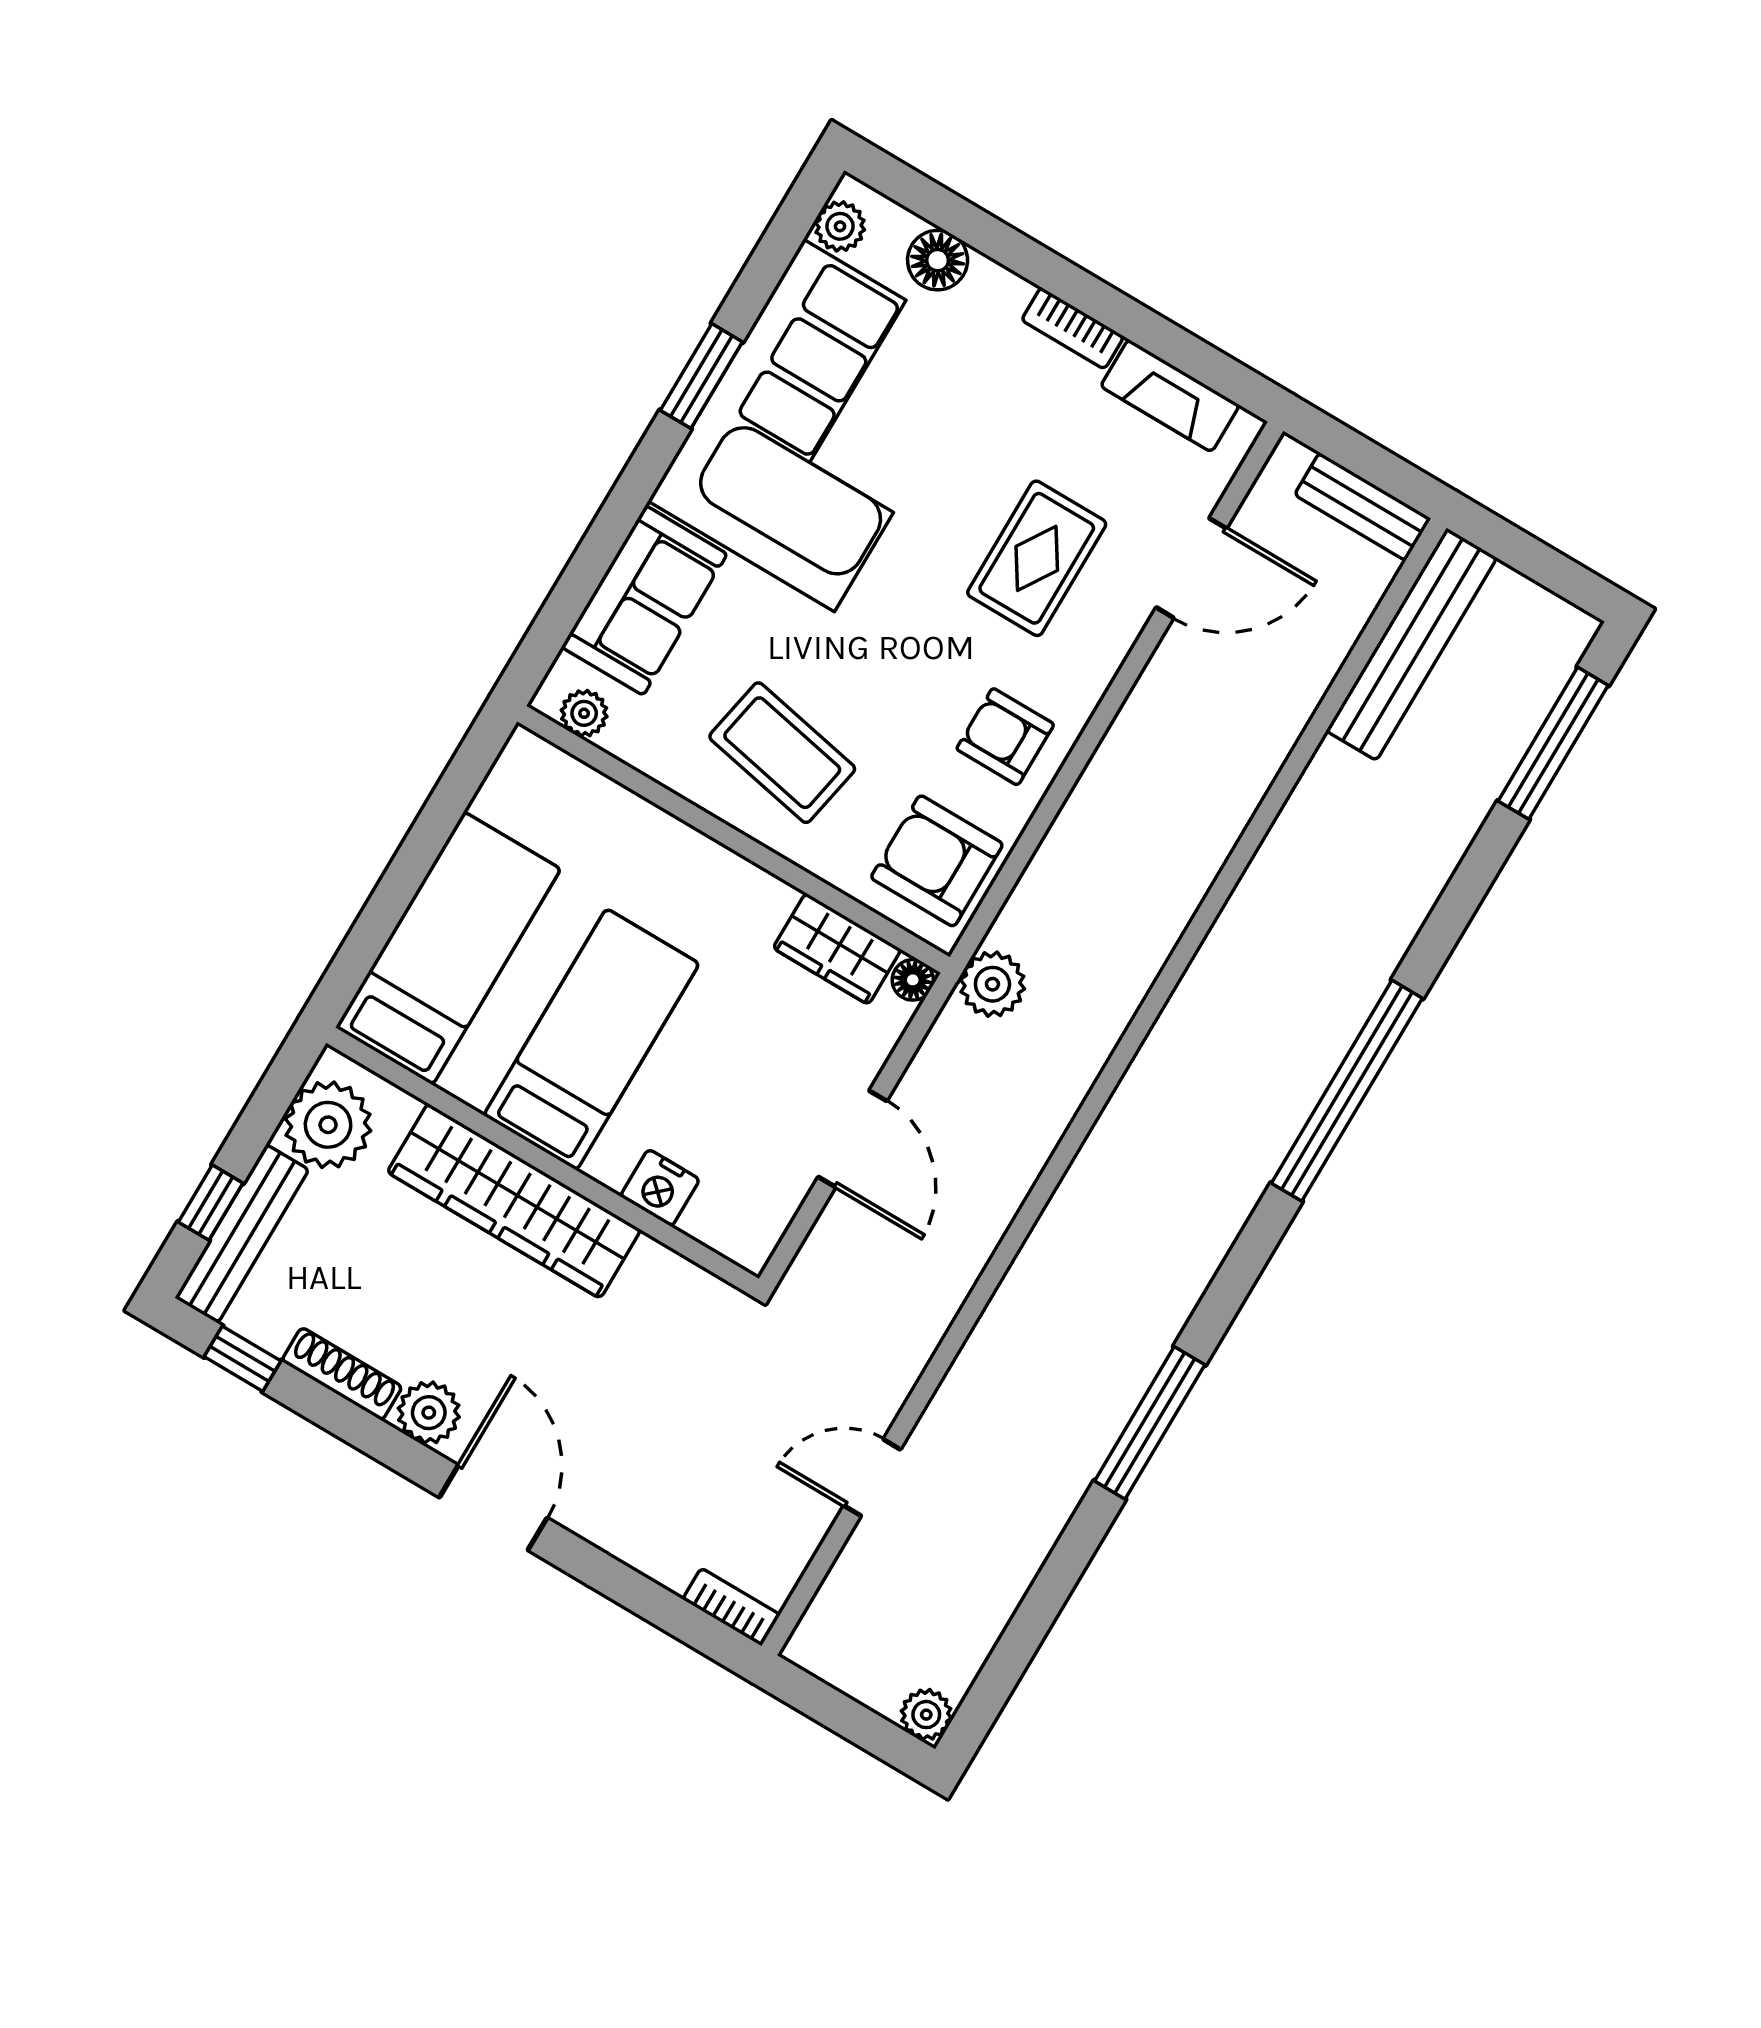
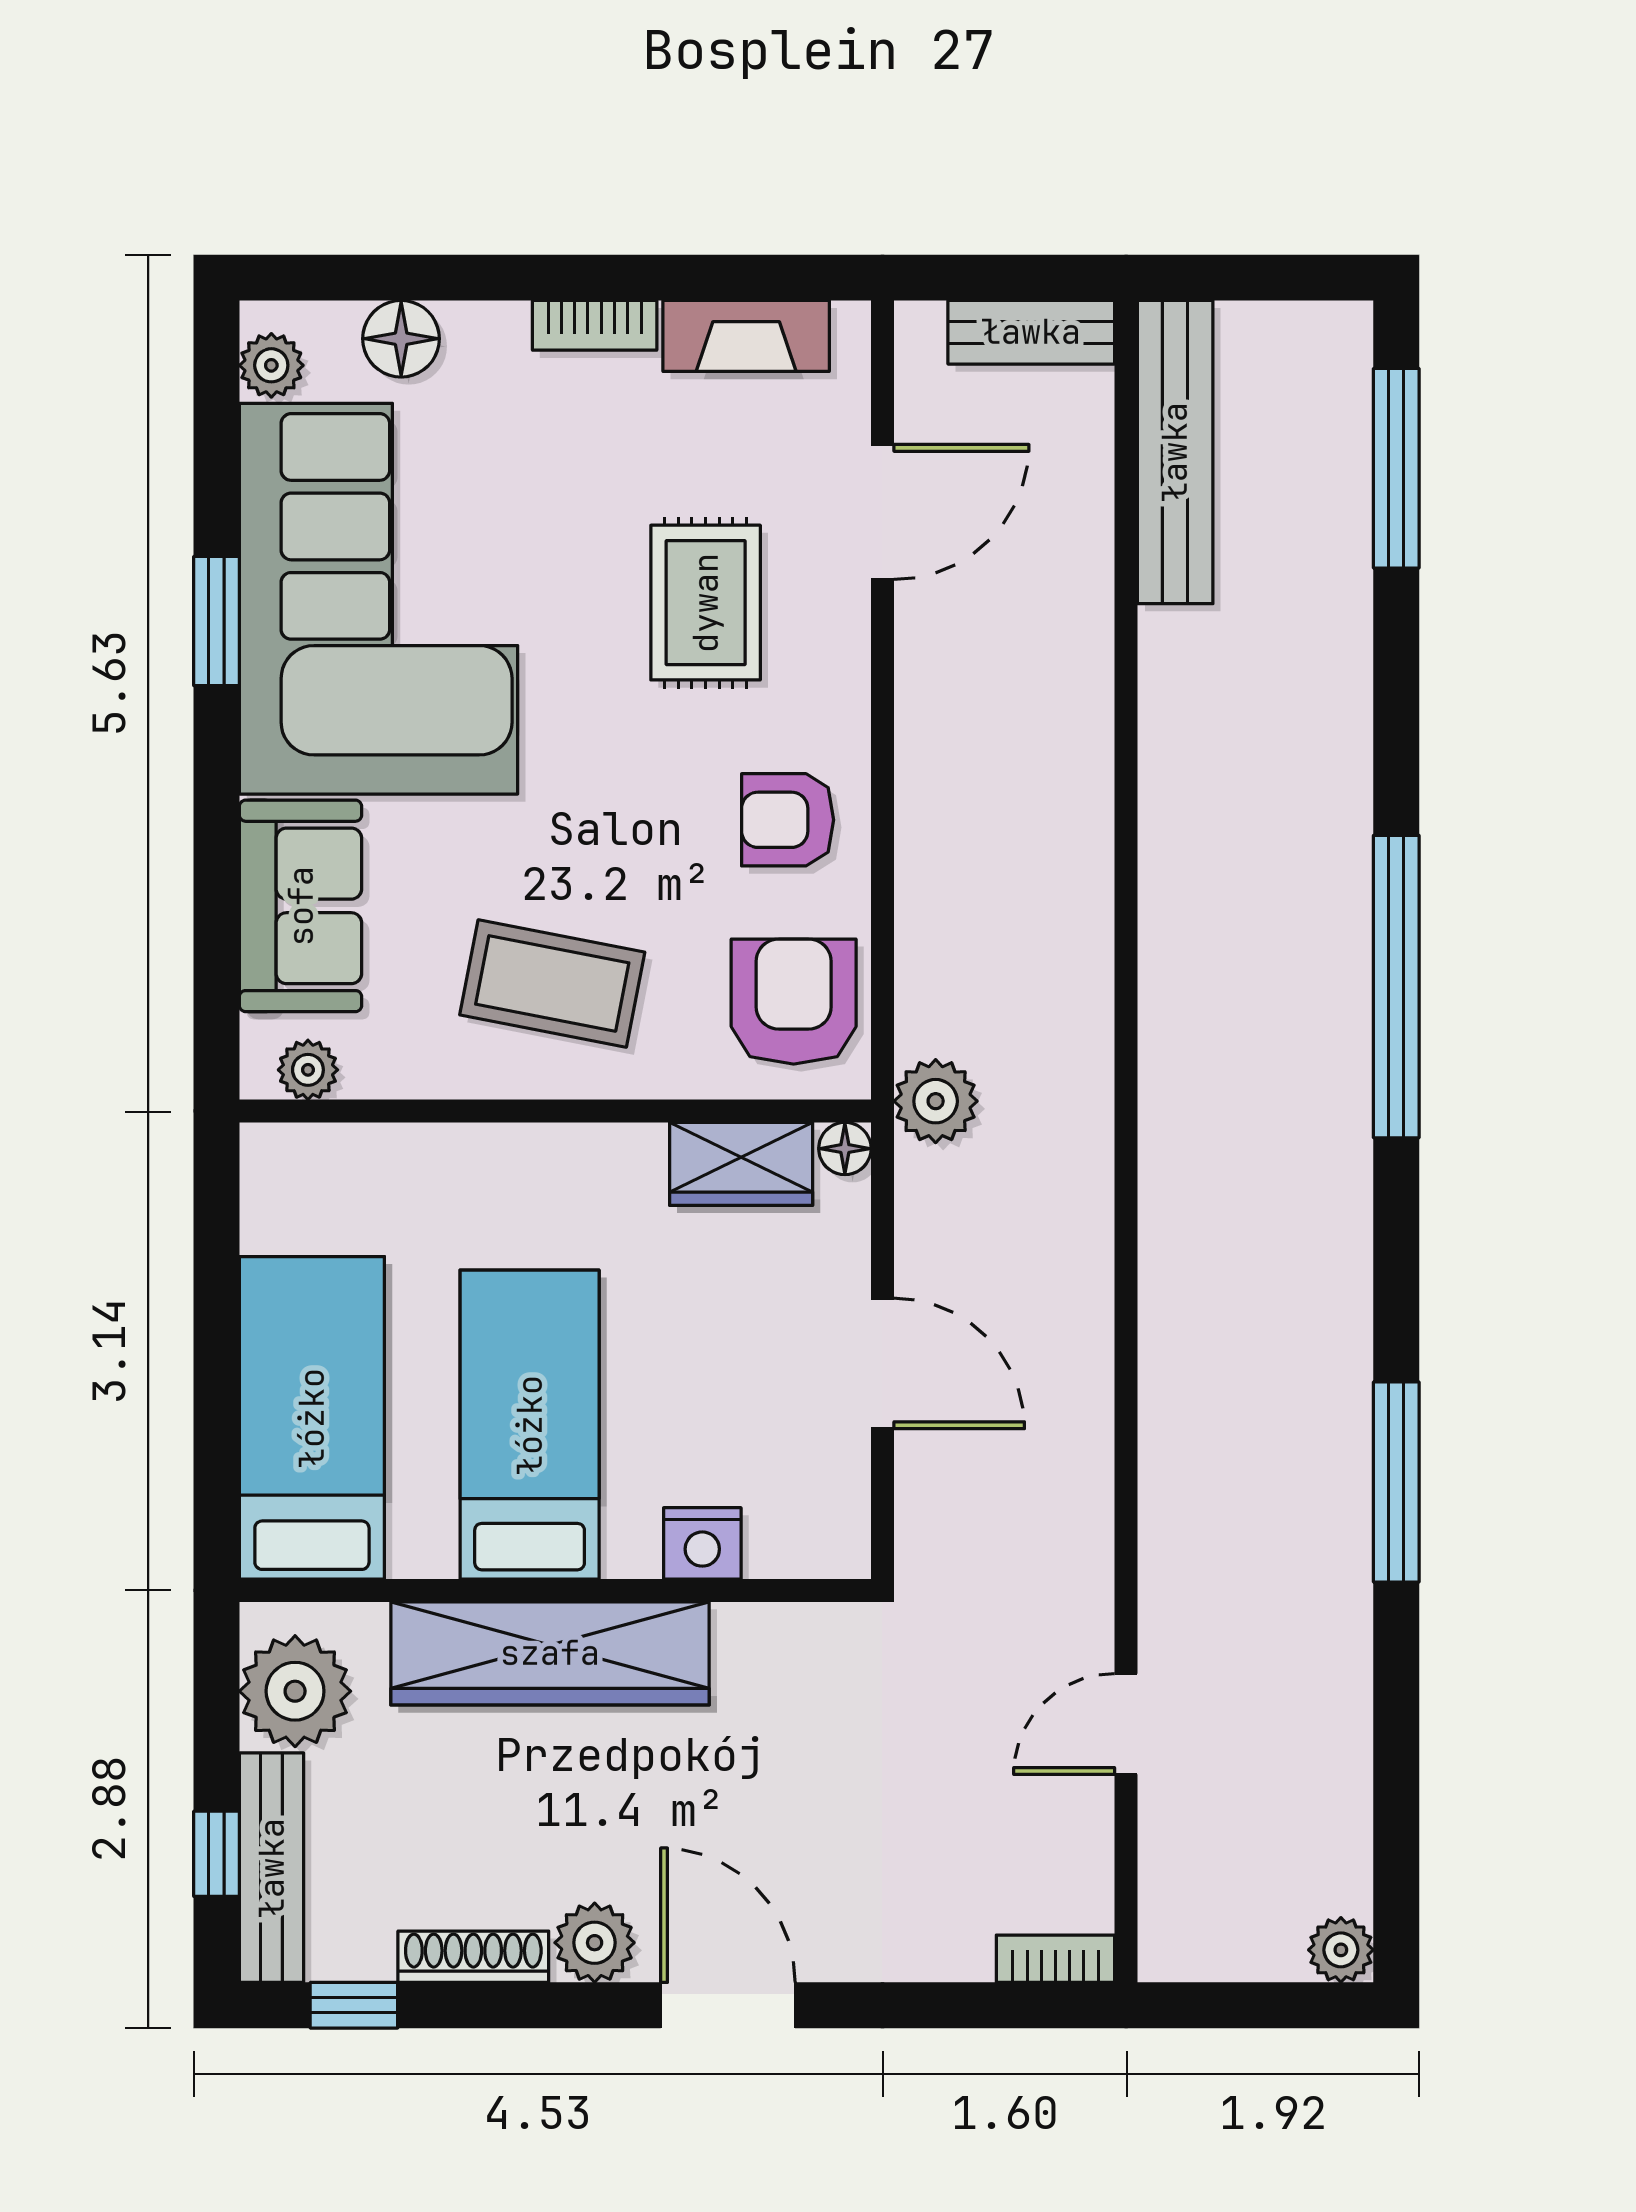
armchair: (937, 861) -> (794, 1002), turned 90

